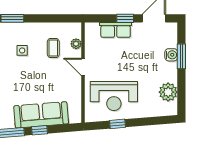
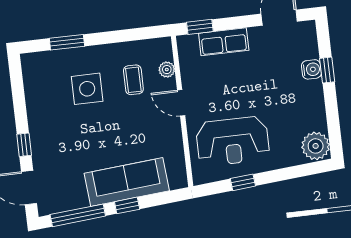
window: (125, 18) -> (200, 27), moved
side table: (22, 50) -> (87, 89), width x1.87, depth x1.87
window: (181, 56) -> (327, 70), width x0.67
plant: (168, 92) -> (316, 146), moved

